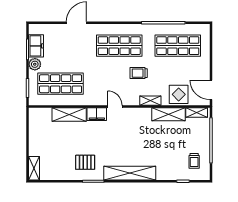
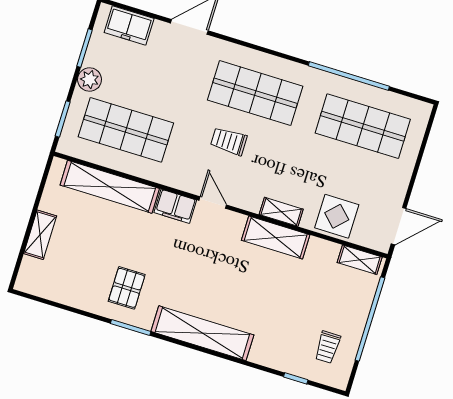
freezer: (36, 46) -> (129, 25), moved, turned 90
trolley: (139, 73) -> (229, 141), moved
door: (211, 90) -> (399, 226), swing flipped
shelving: (169, 114) -> (276, 238), moved
shelving: (69, 115) -> (110, 187), width x1.47
pallet: (85, 162) -> (127, 288), turned 90
shelving: (34, 168) -> (40, 235), moved

